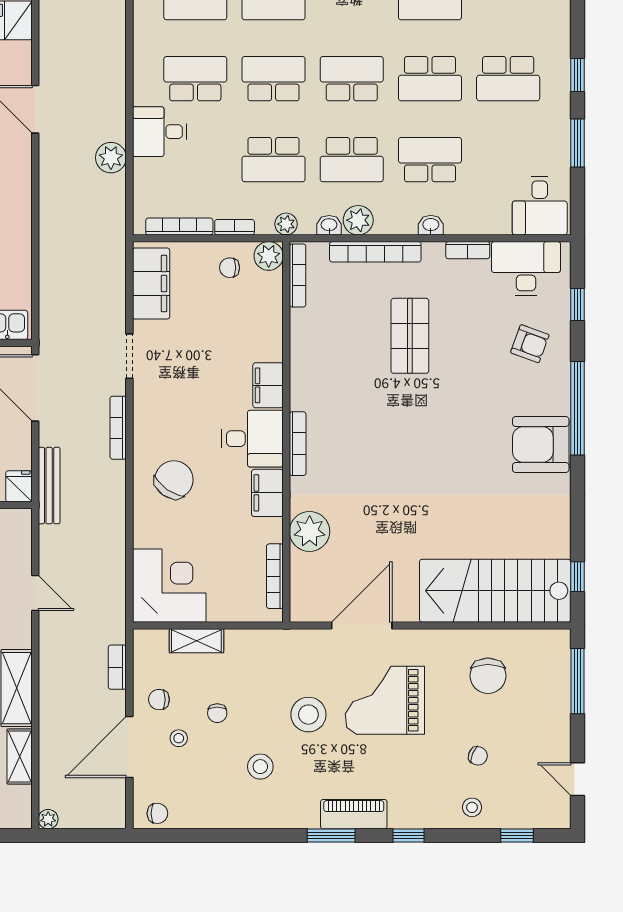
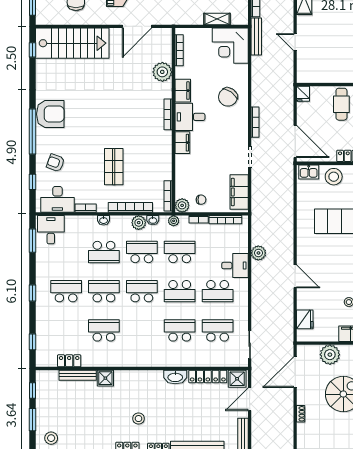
school desk: (352, 79) -> (142, 291), turned 180
window: (578, 143) -> (32, 241), moved
bench: (49, 486) -> (256, 37), moved

